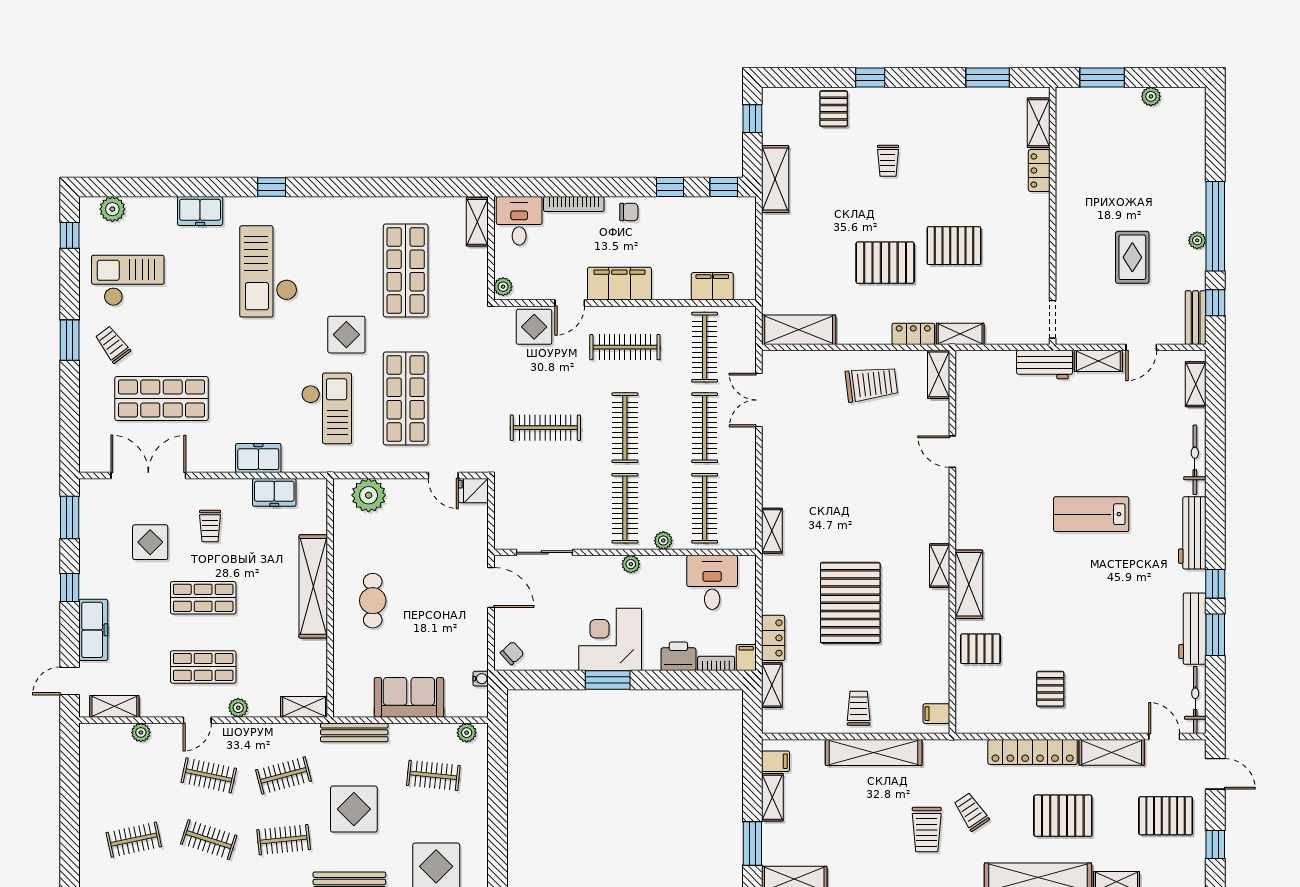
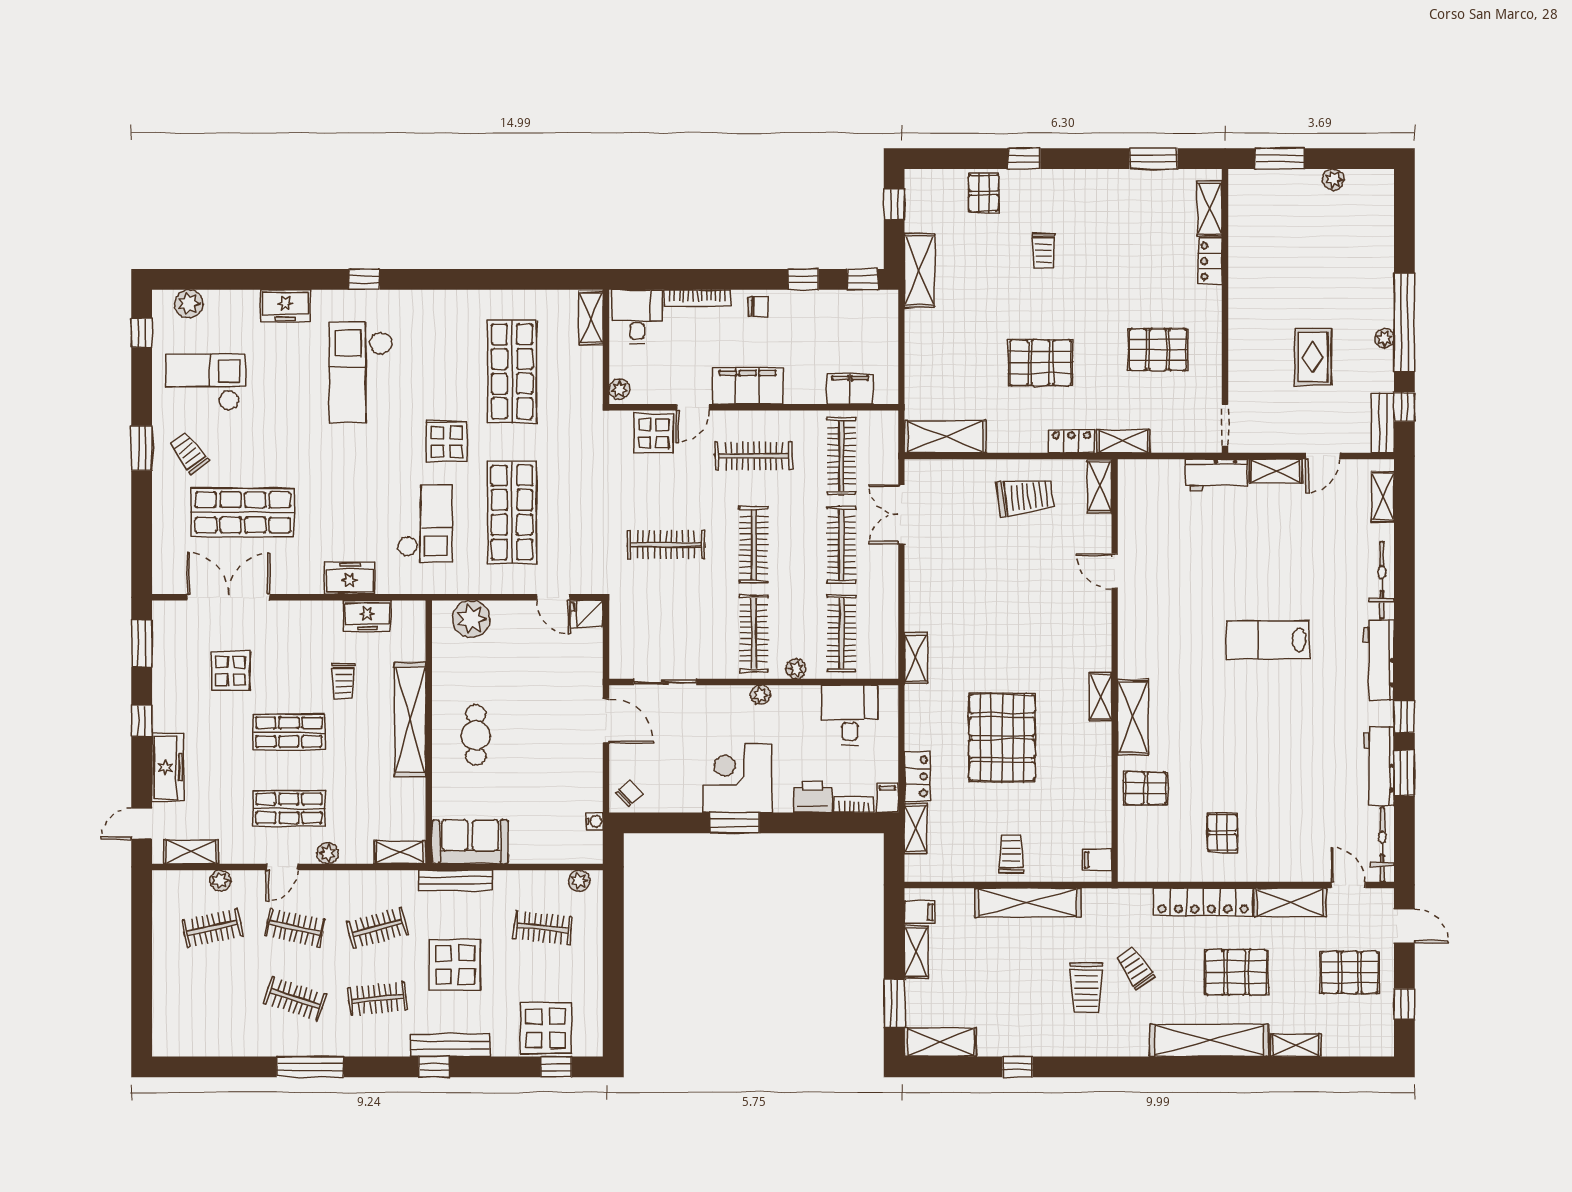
pallet: (954, 246) -> (1158, 350), moved
trolley: (210, 526) -> (343, 681), moved
sofa: (409, 697) -> (470, 842), moved
clothes rail: (134, 840) -> (212, 928), moved

